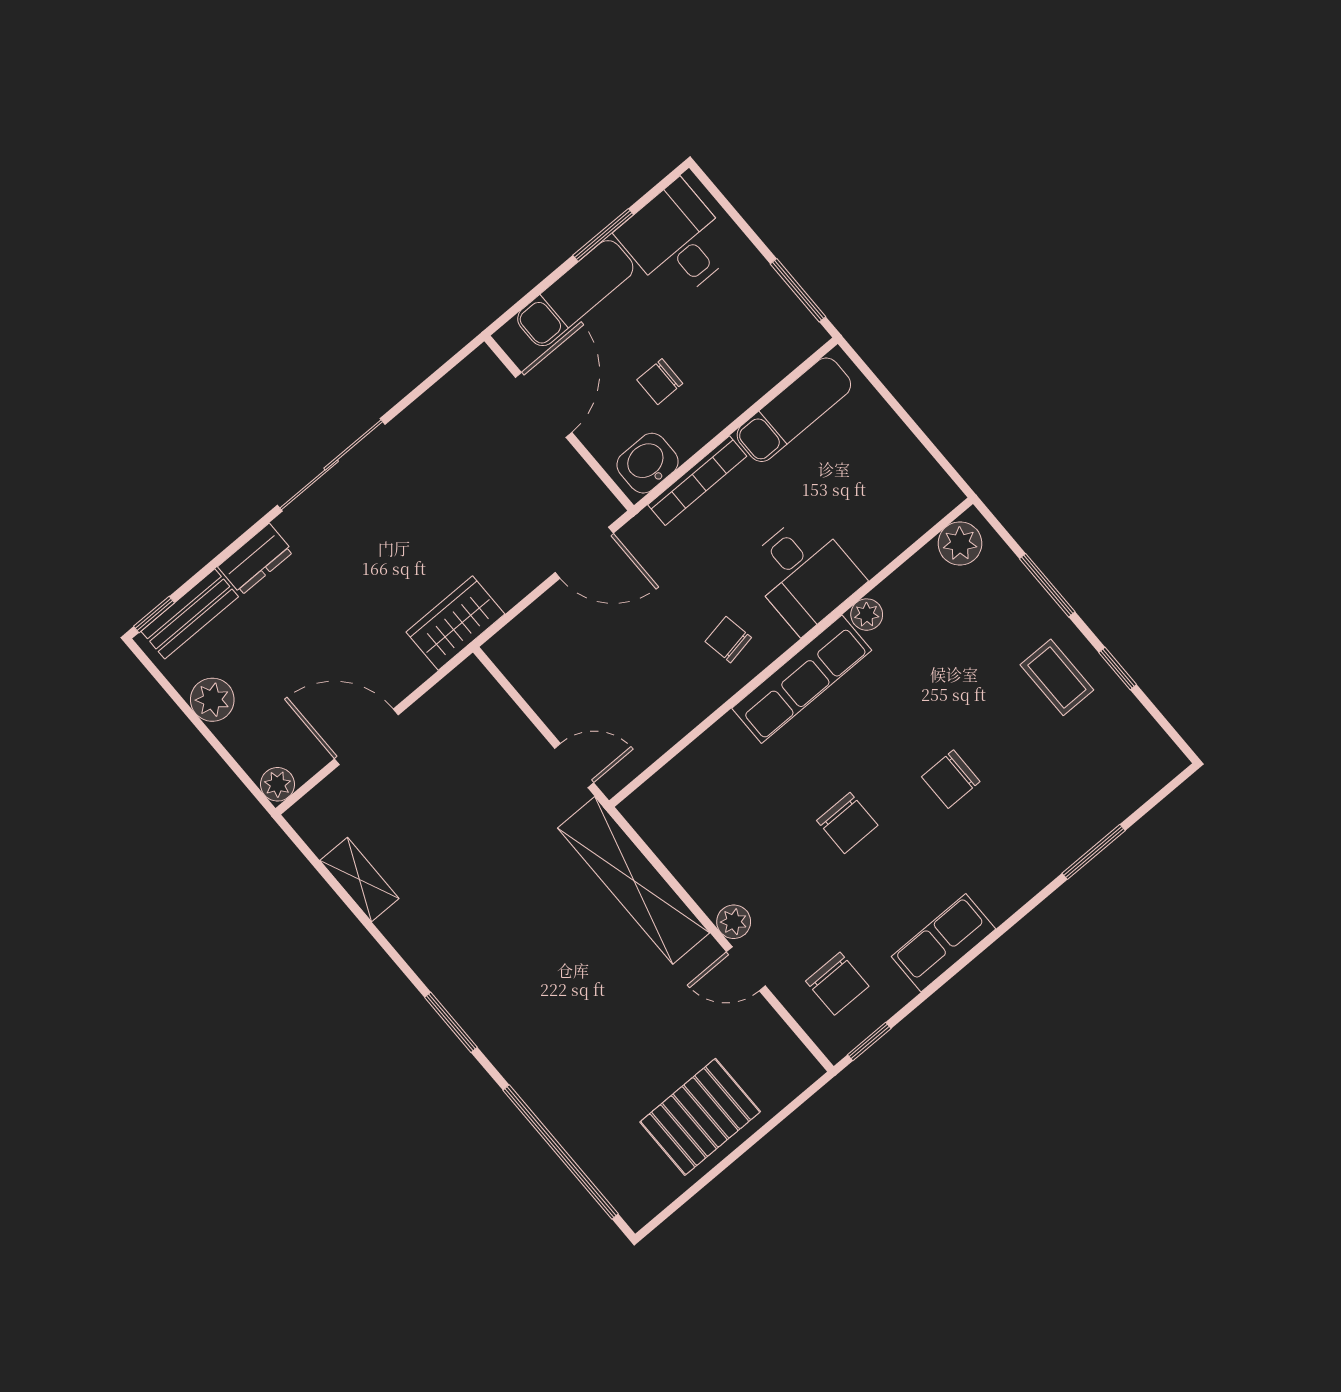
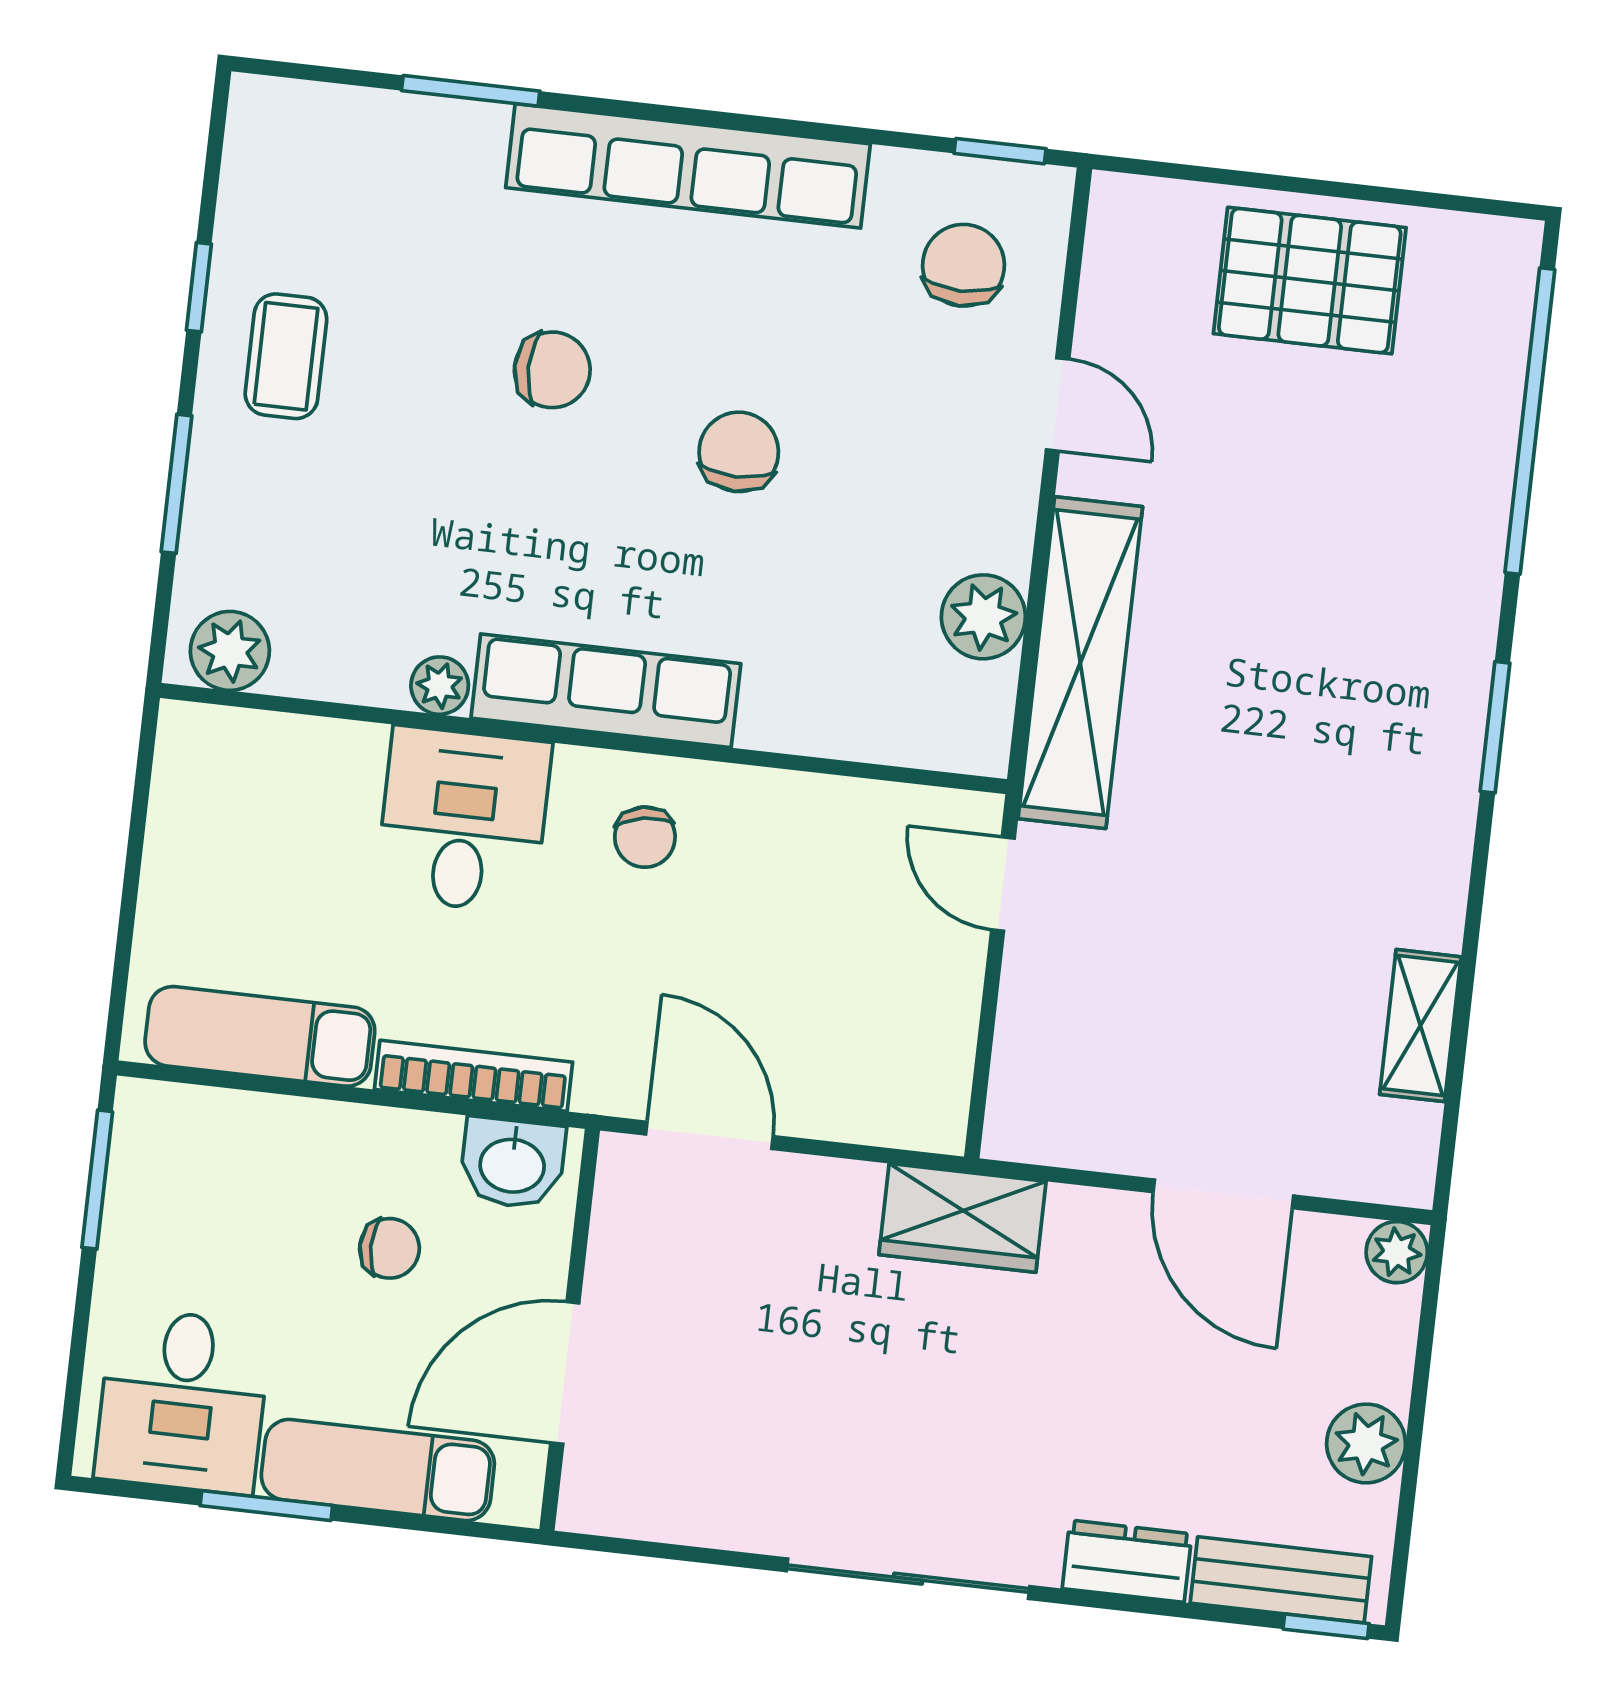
plant: (734, 922) -> (983, 617), moved, width x1.38, depth x1.38
row of seats: (943, 943) -> (688, 166), width x2.02

